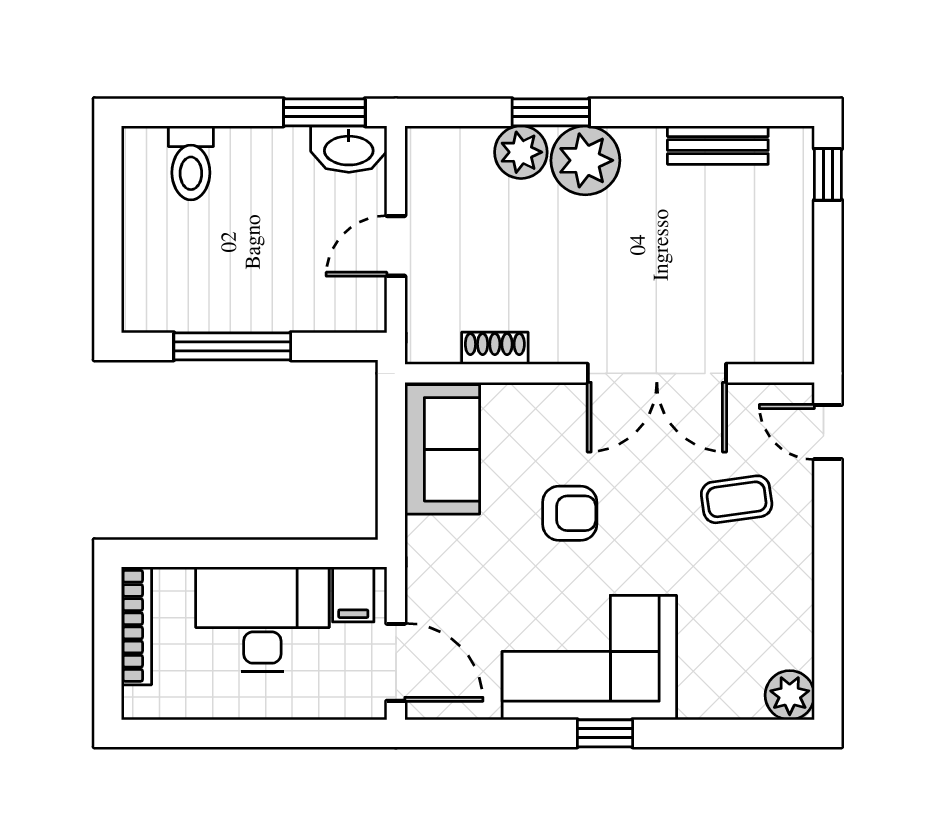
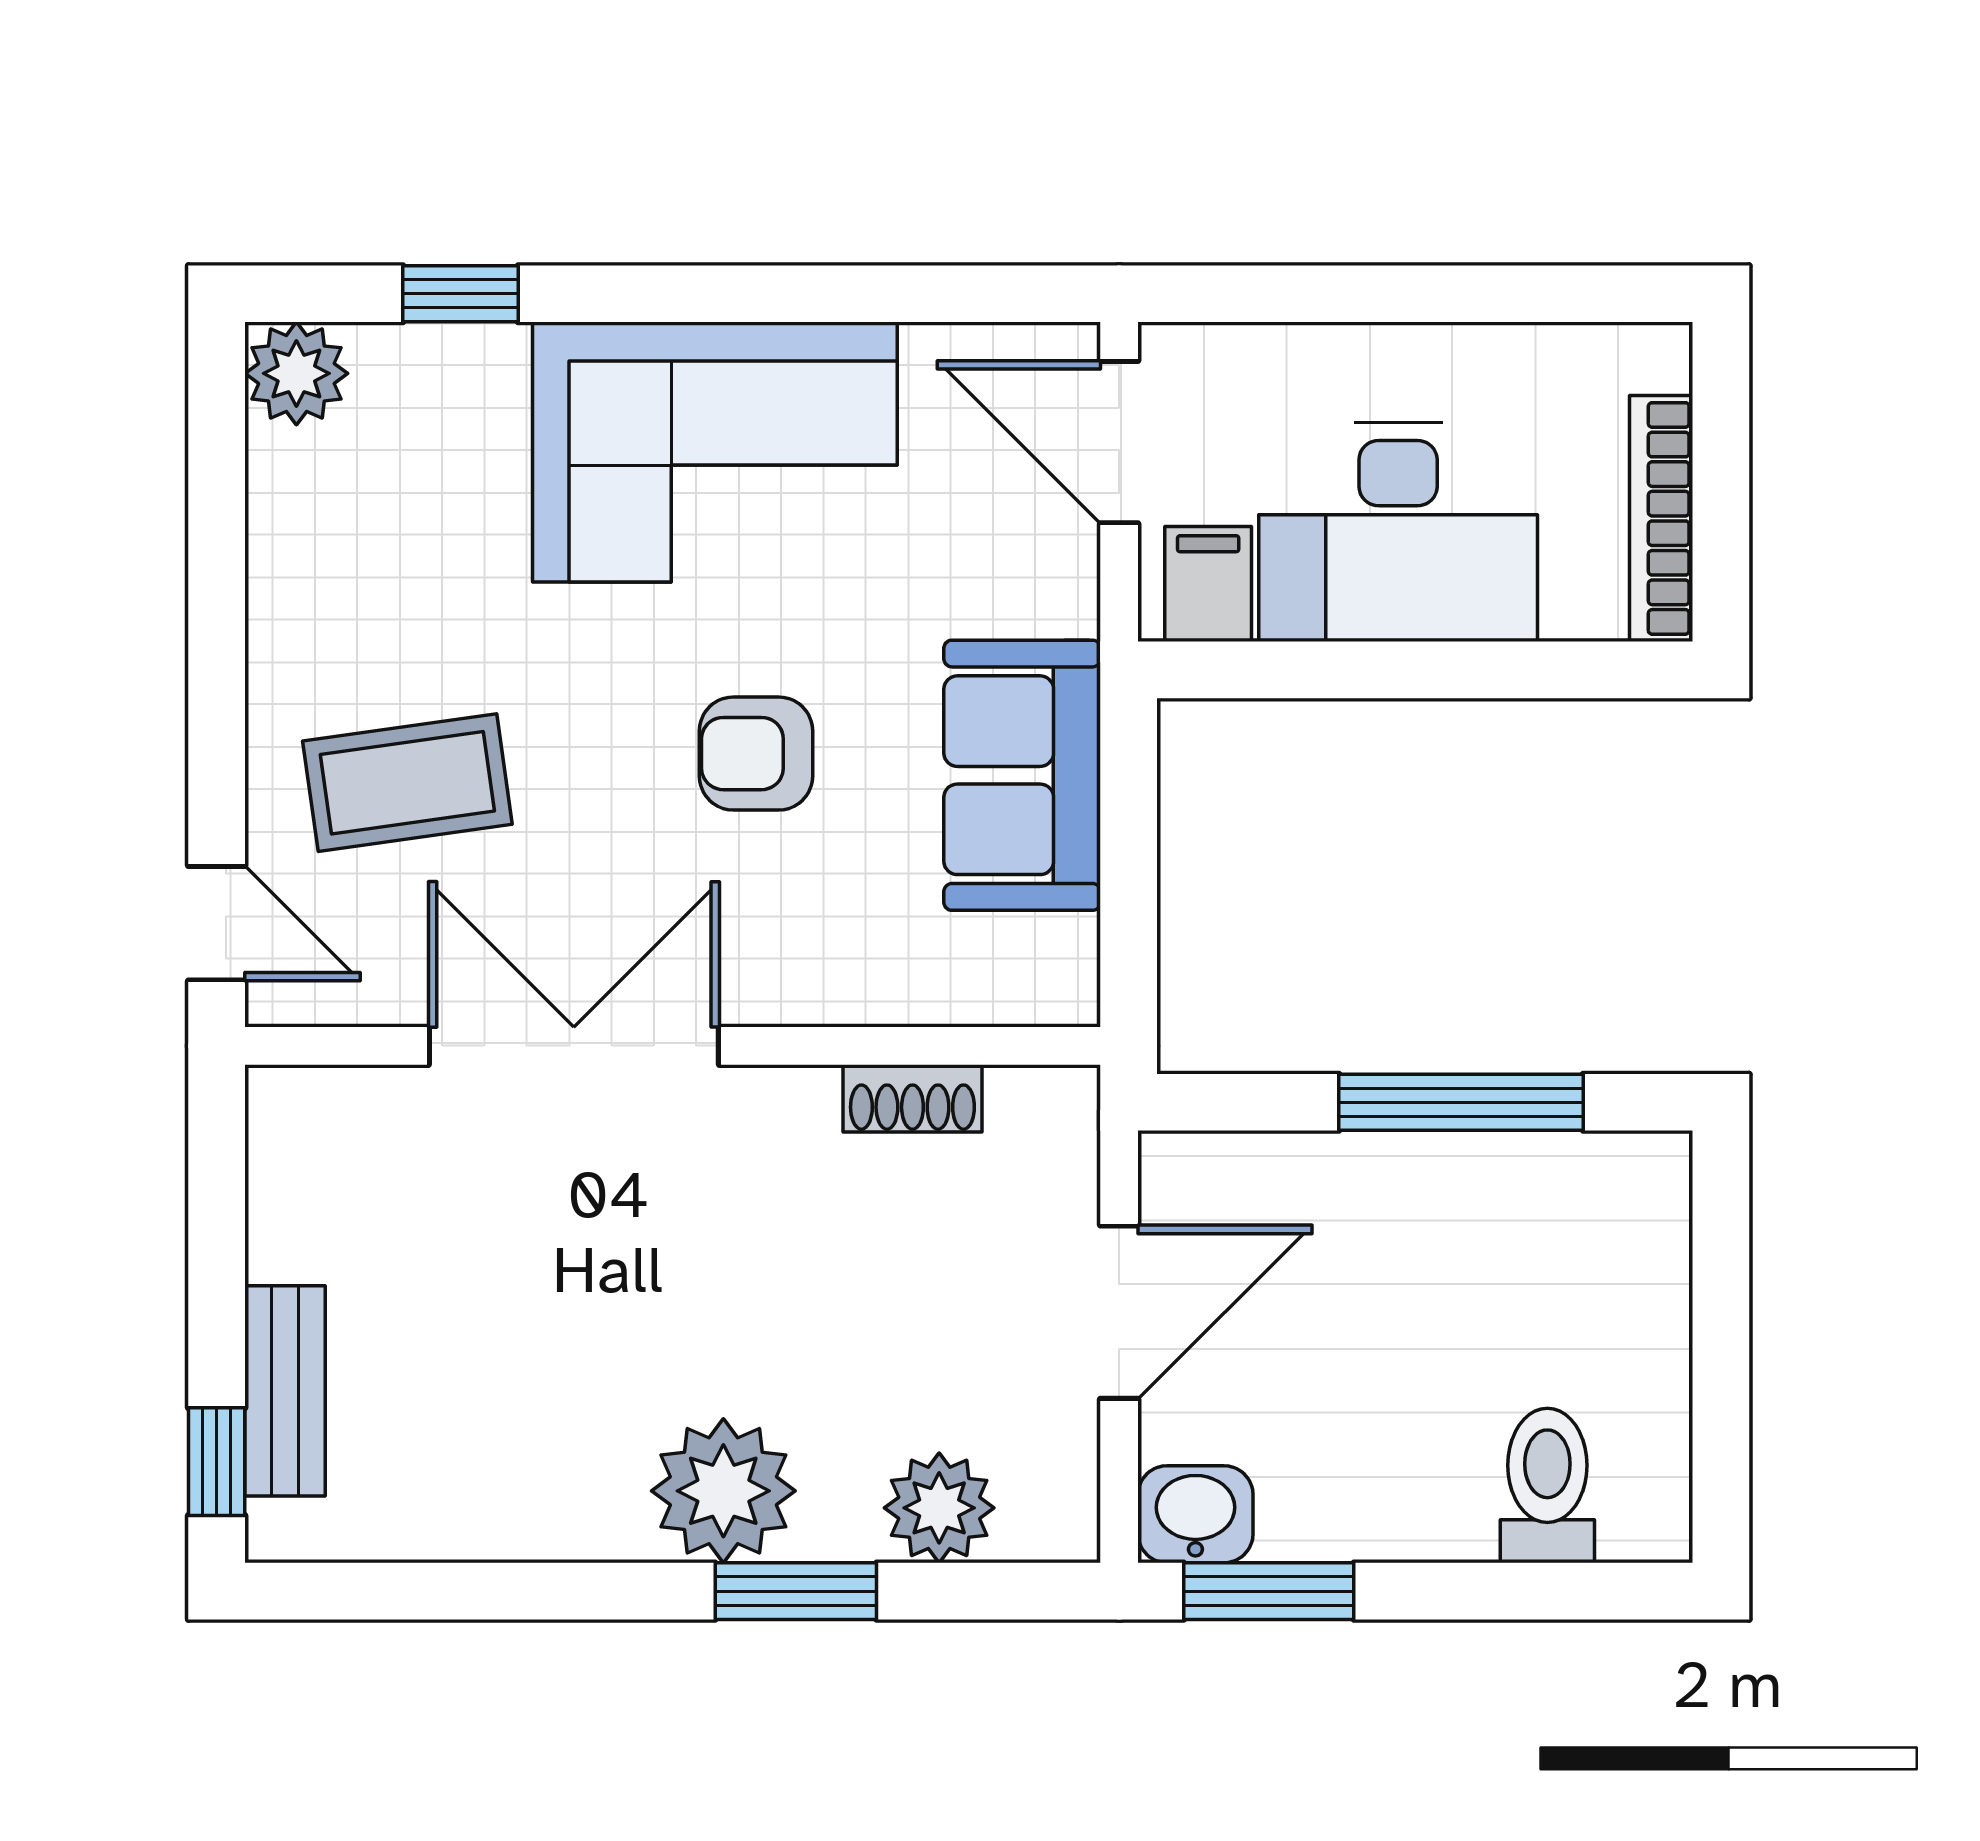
bench: (718, 145) -> (285, 1391), moved, turned 90
washbasin: (349, 149) -> (1195, 1514), width x0.72
plant: (521, 152) -> (939, 1508), moved
door: (396, 246) -> (1119, 1312), width x1.38
sofa: (442, 449) -> (1022, 775), moved
coffee table: (737, 499) -> (407, 783), width x1.36, depth x1.30
window: (605, 733) -> (460, 294), moved

